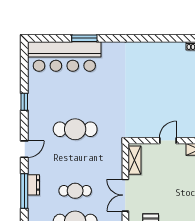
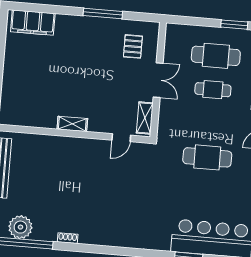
door: (168, 141) -> (121, 138), moved

